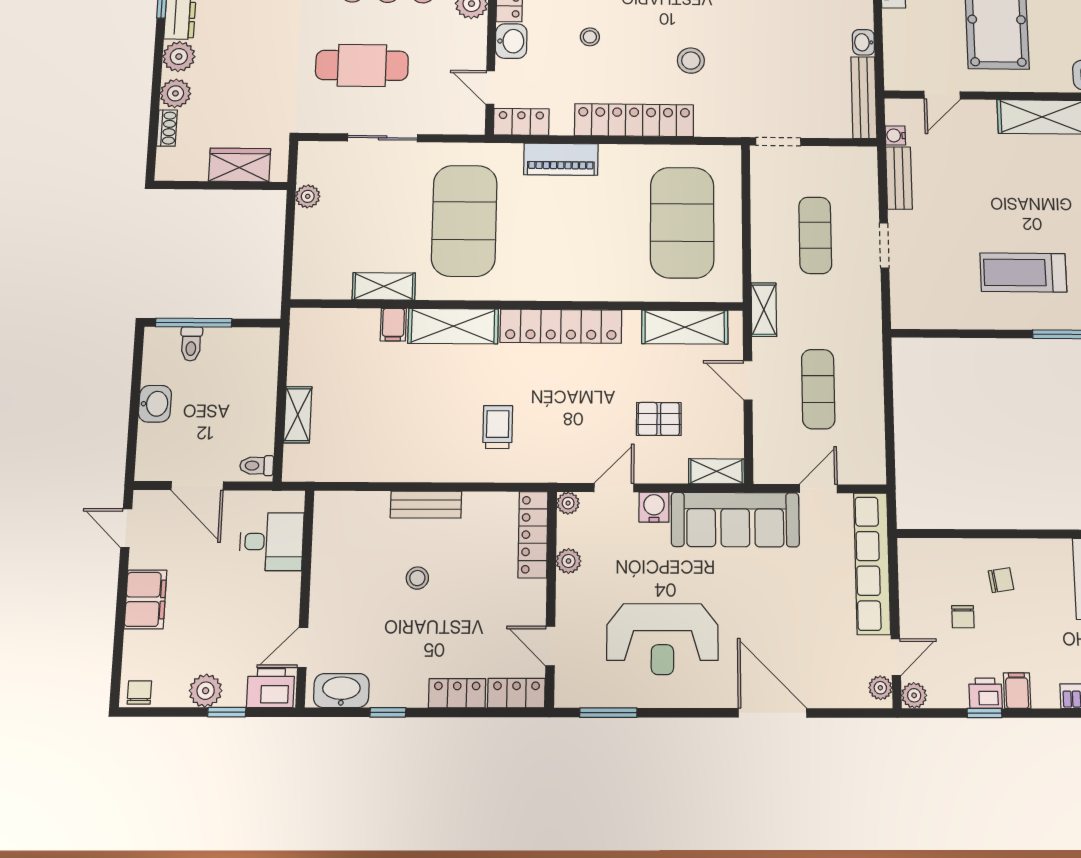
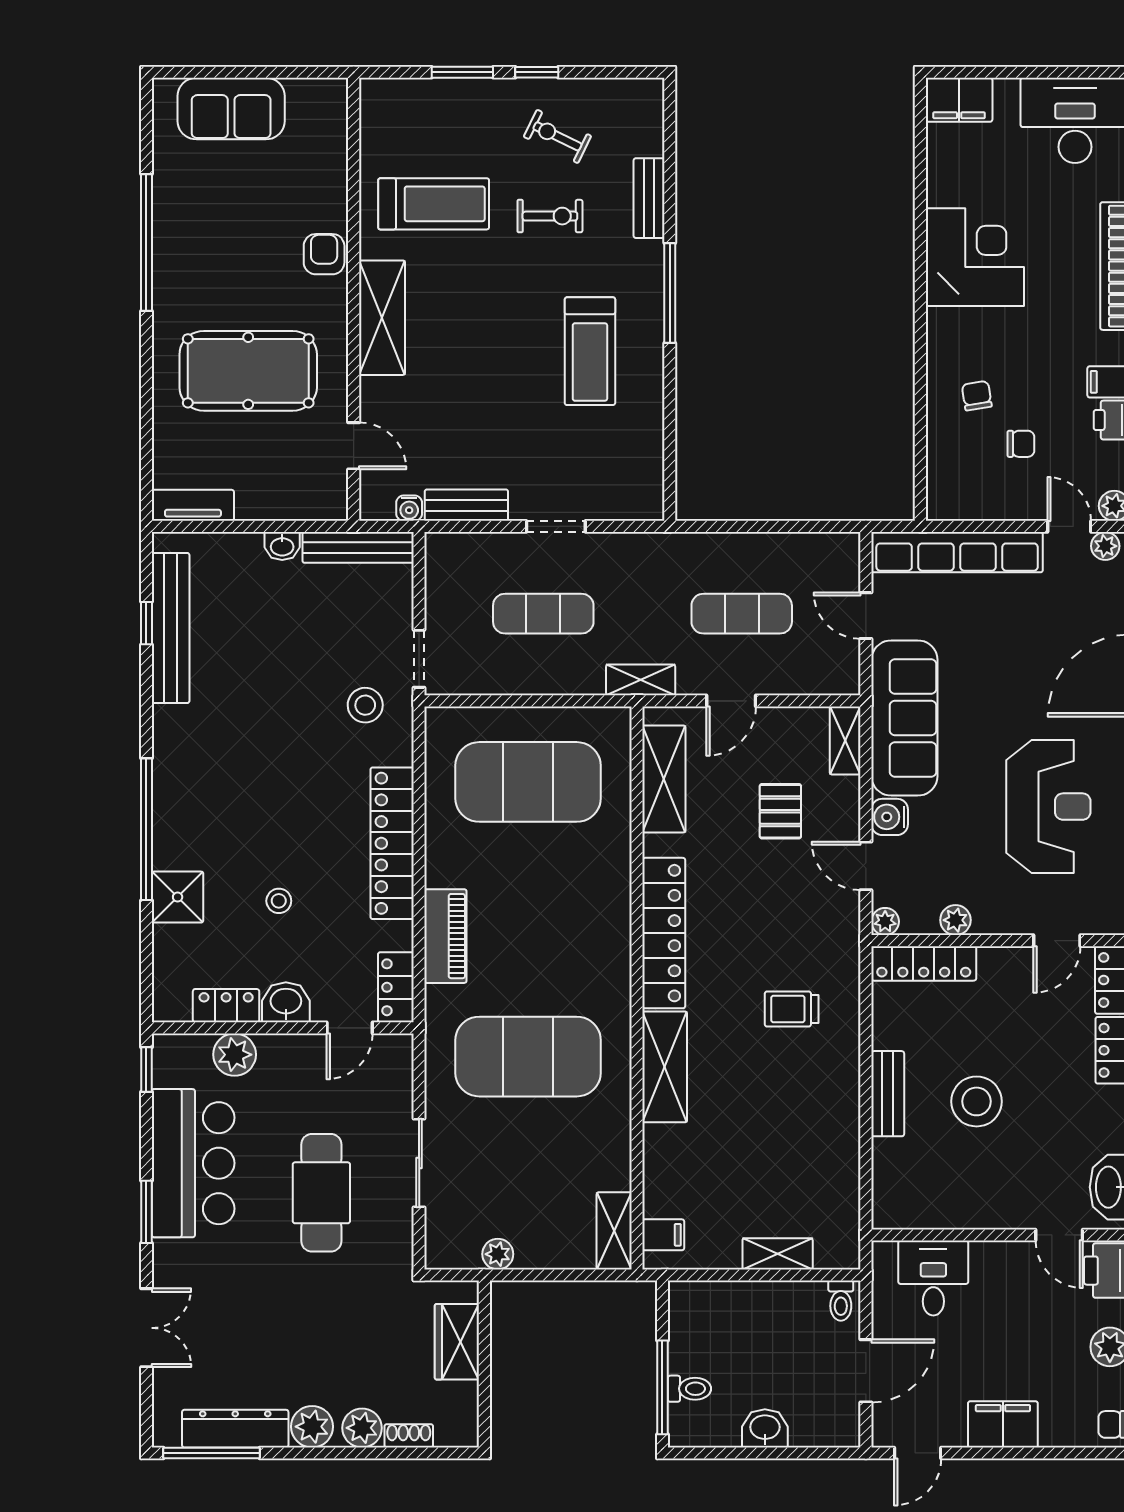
stool: (691, 61) -> (365, 705), moved
shelving: (384, 286) -> (614, 1231), moved
filing cabinet: (393, 325) -> (663, 1235), moved
stool: (417, 578) -> (977, 1101), width x1.89, depth x1.89

